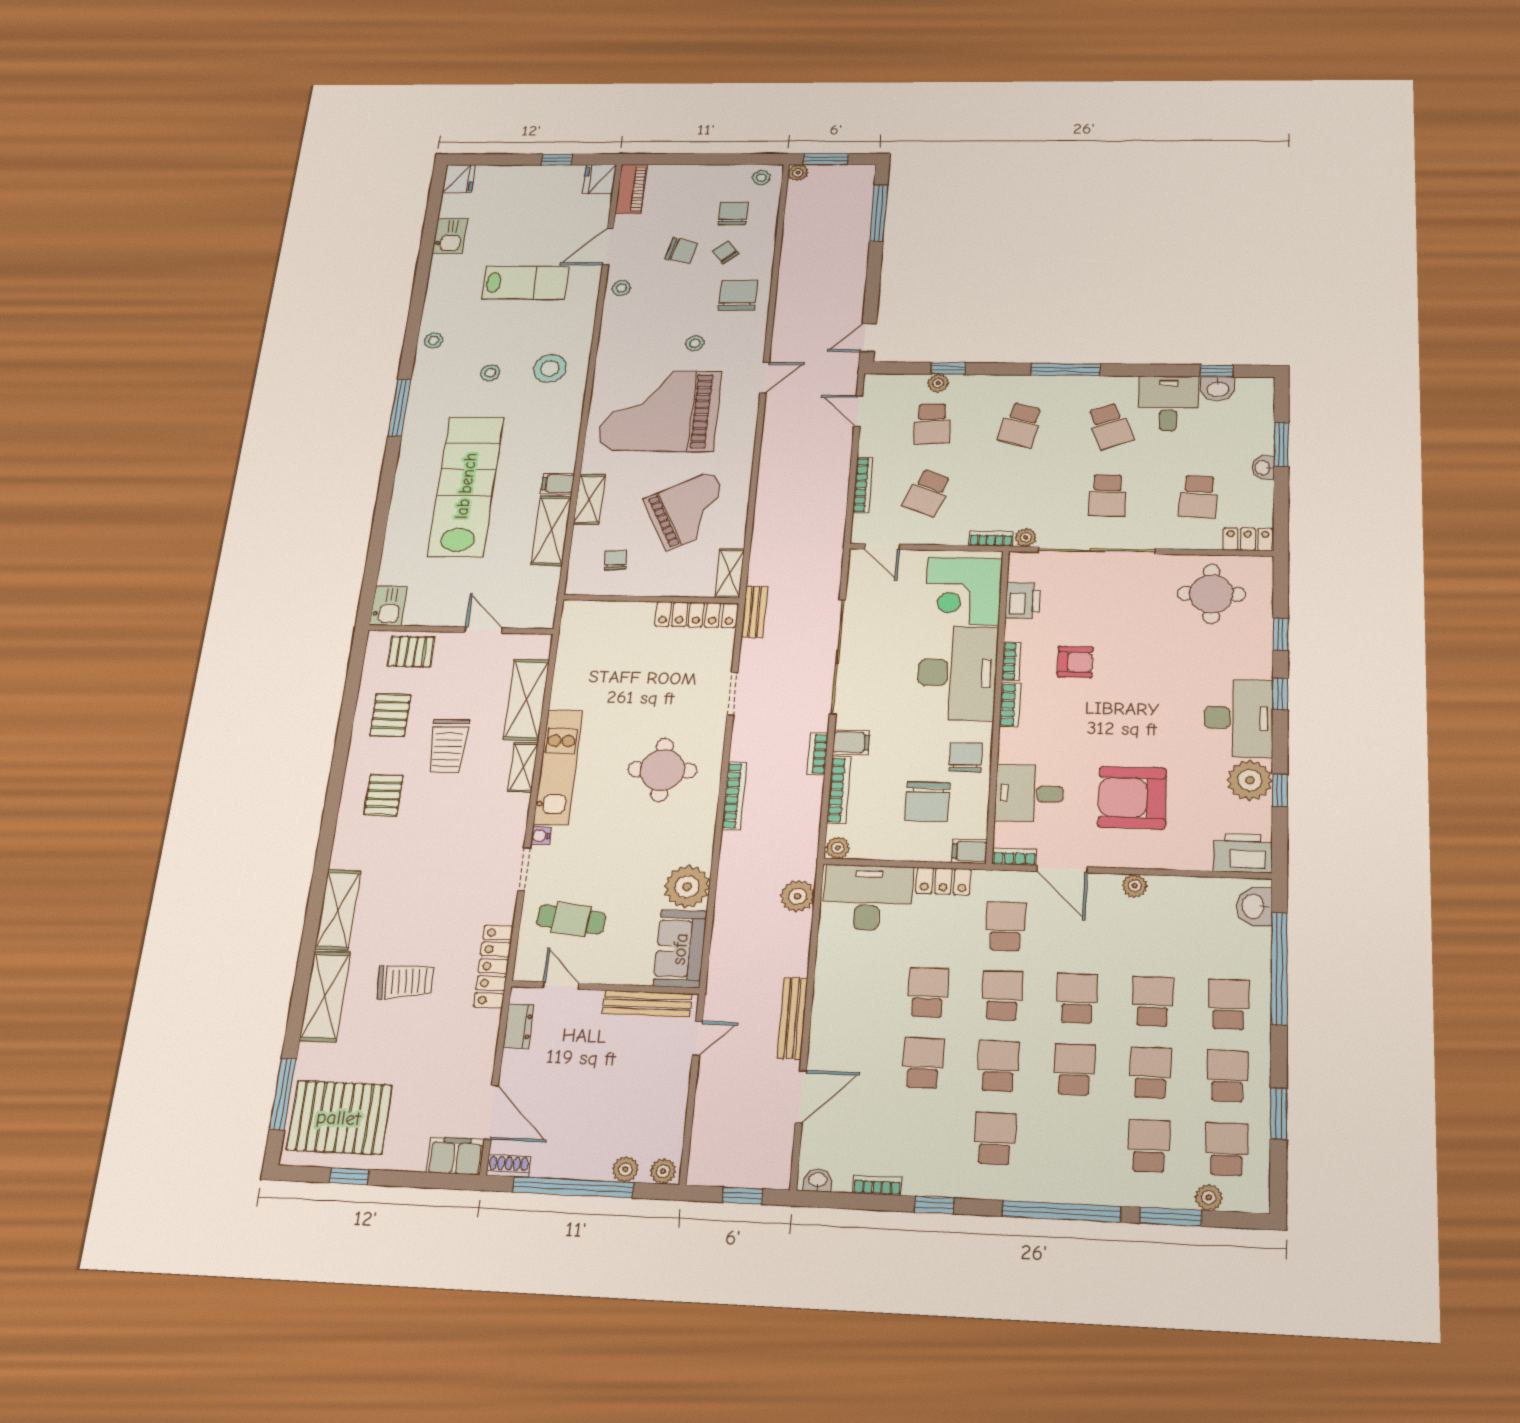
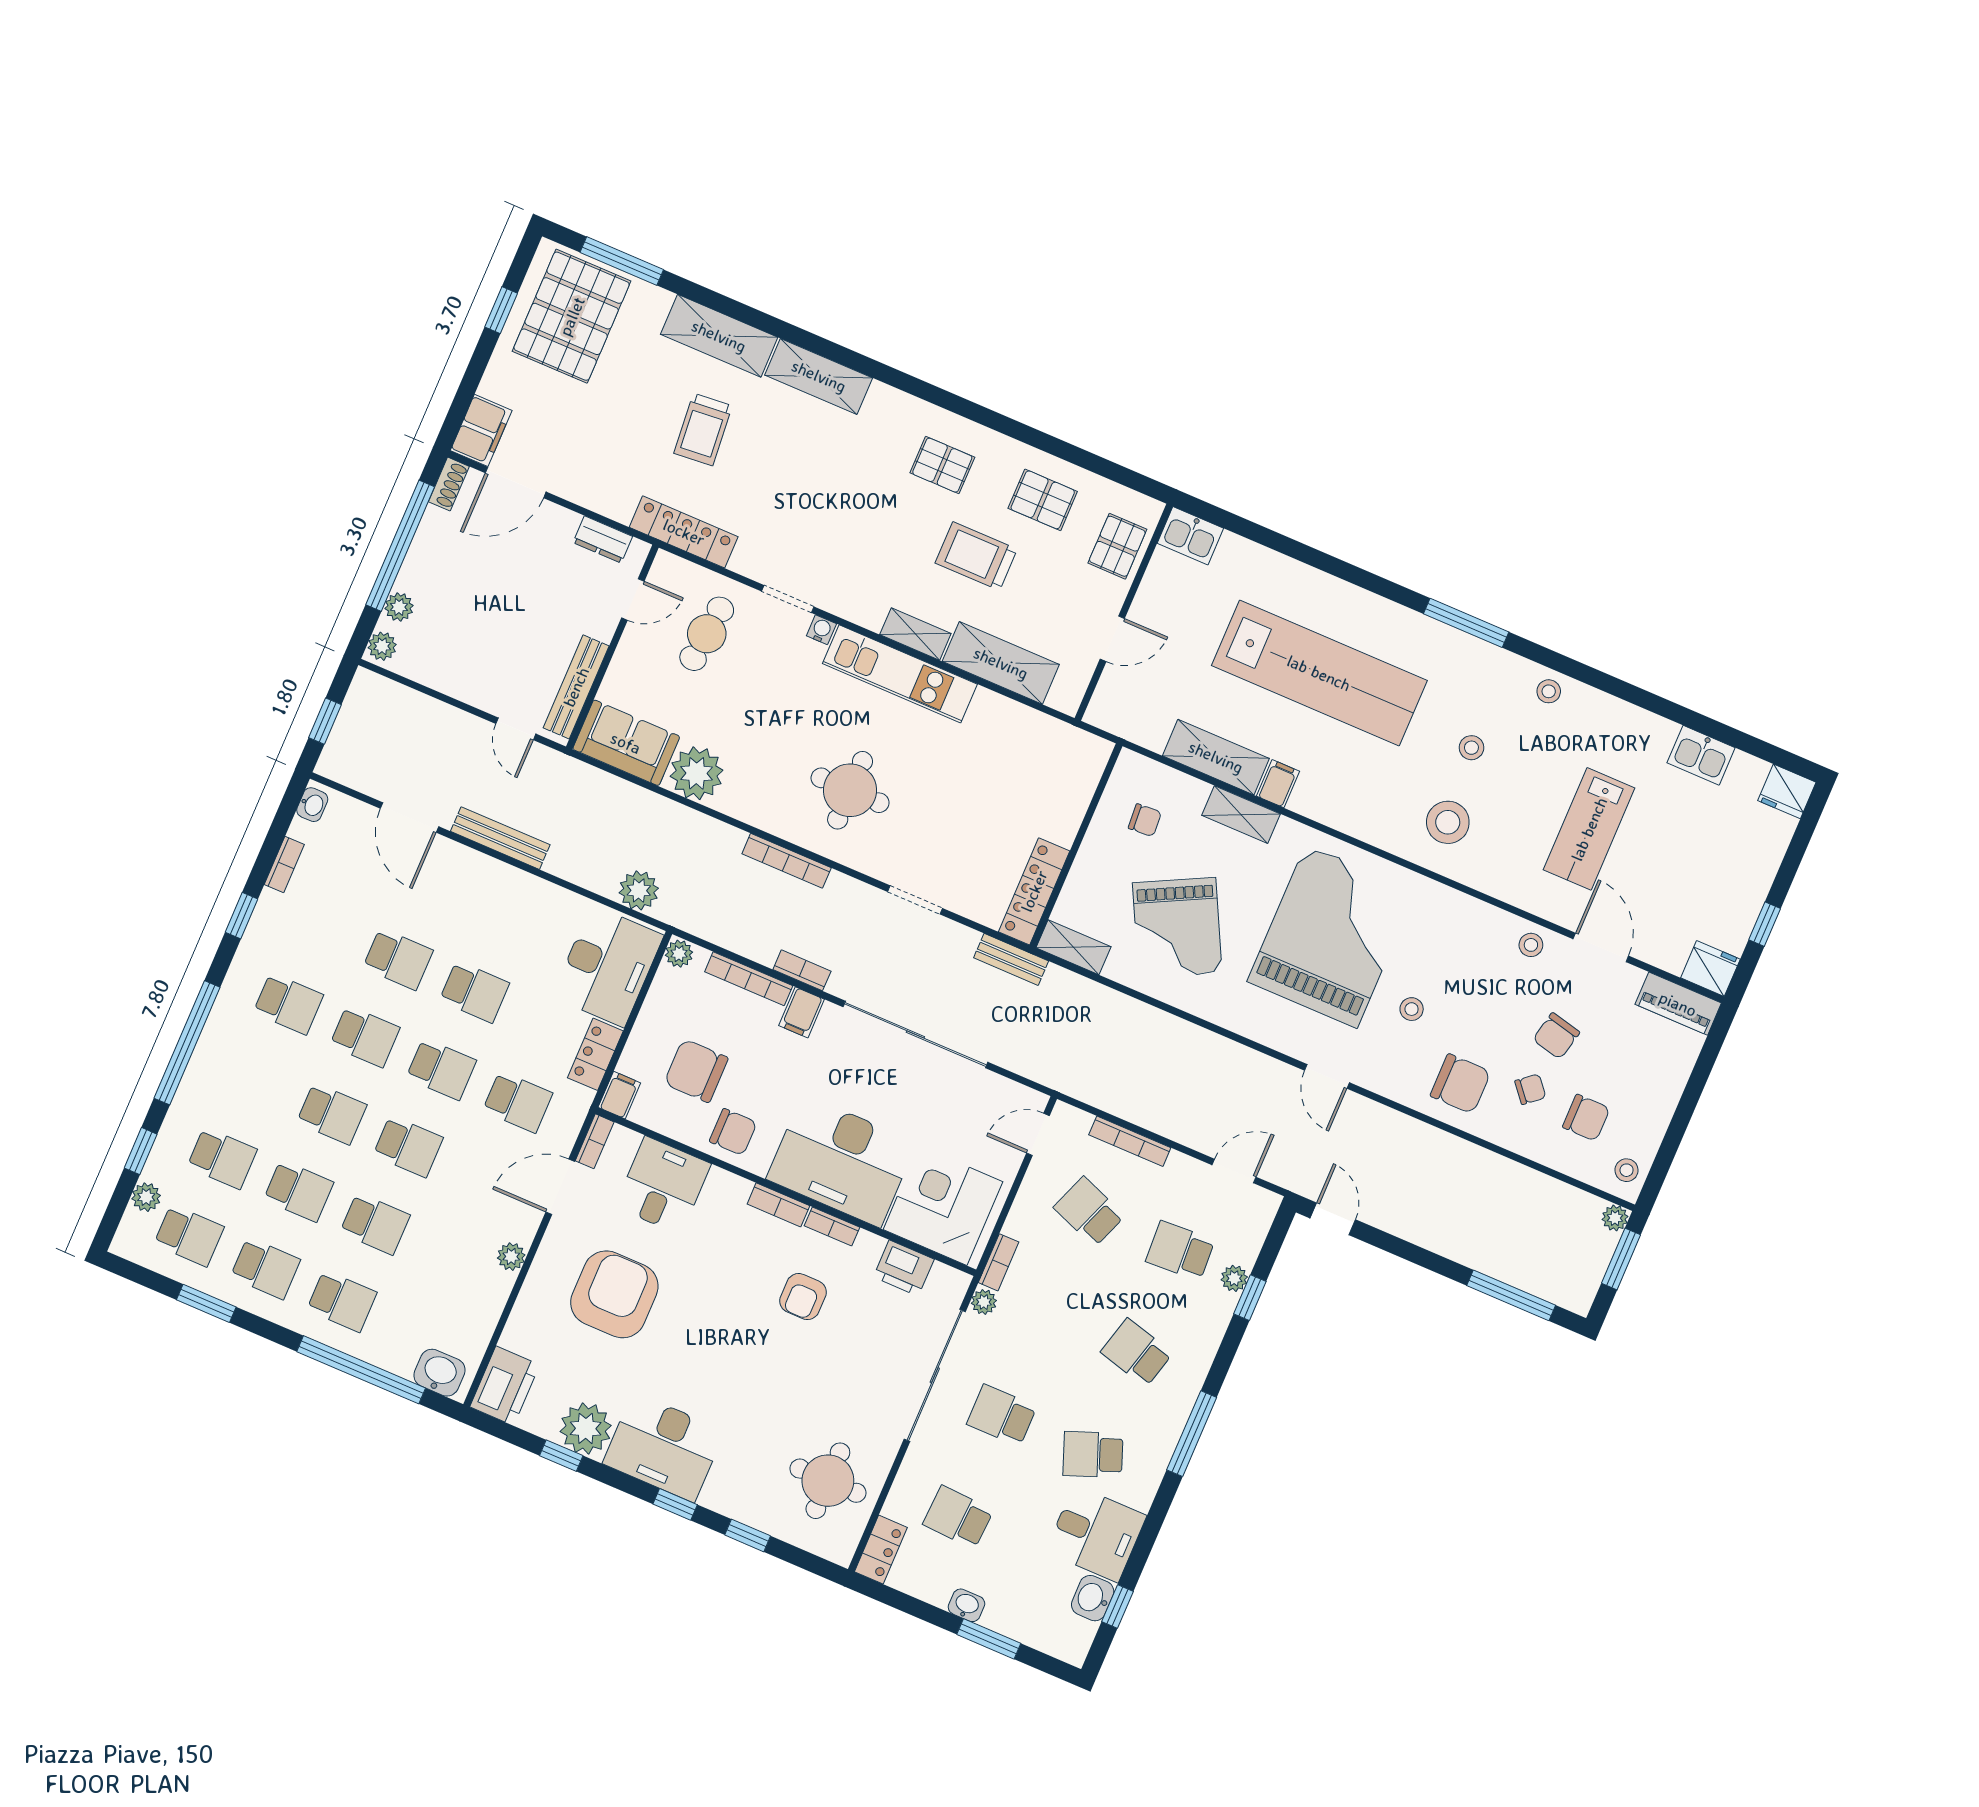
window: (1171, 1217) -> (141, 1151), width x0.67

